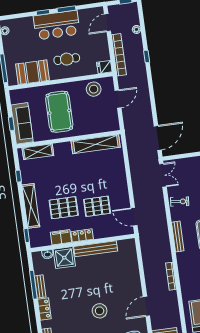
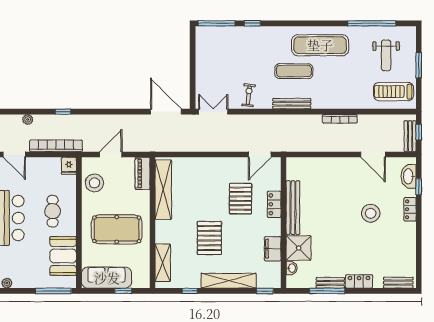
door: (118, 99) -> (111, 154), hinge flipped
sofa: (22, 123) -> (107, 278), moved
piano: (106, 126) -> (142, 173), added
pallet: (64, 208) -> (209, 238), moved
locker: (82, 235) -> (274, 204), moved

